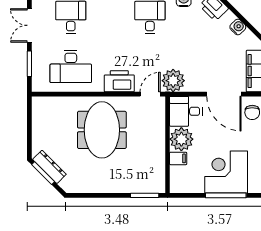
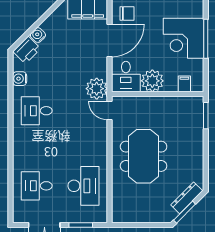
water cooler: (238, 27) -> (38, 35), moved
printer: (119, 81) -> (97, 140), removed
meeting table: (102, 130) -> (144, 156), turned 90
filing cabinet: (178, 158) -> (184, 84), moved
dresser: (49, 167) -> (187, 198), moved

